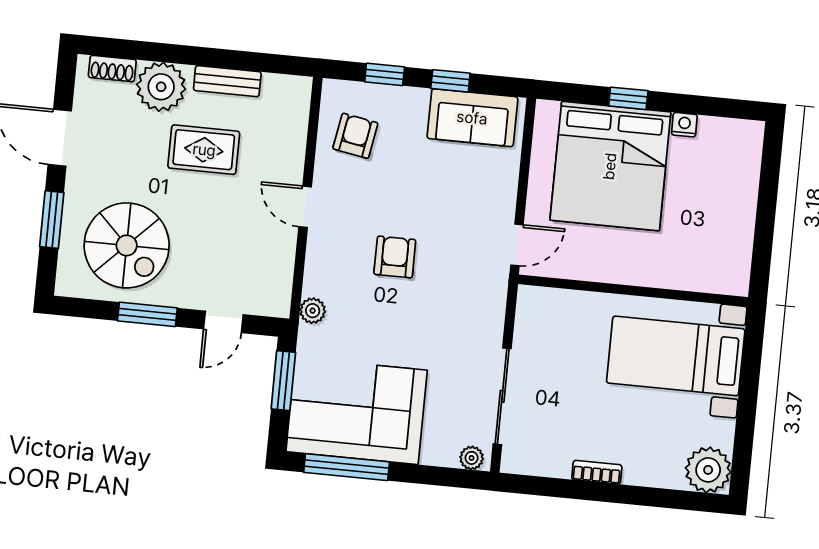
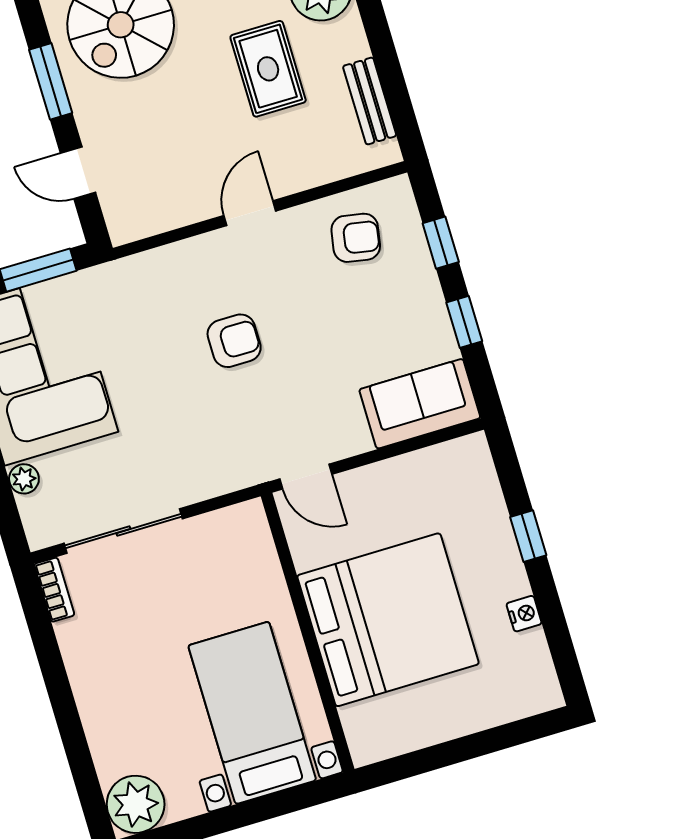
bench: (227, 81) -> (370, 101), moved
sofa: (472, 118) -> (420, 404), moved, turned 90
bed: (610, 166) -> (388, 620), moved, turned 180
plant: (313, 311) -> (133, 271), removed
plant: (472, 458) -> (24, 479), moved
bookcase: (597, 472) -> (54, 590), moved

